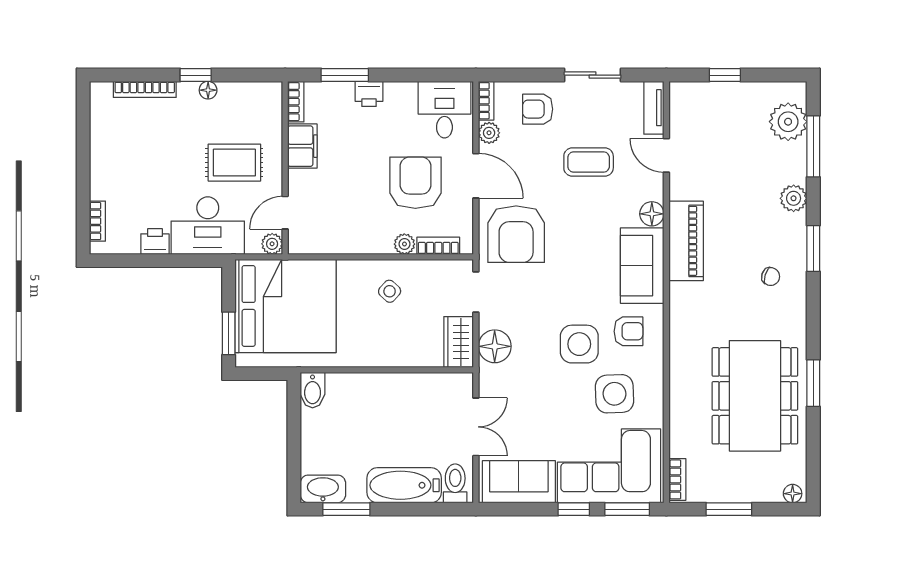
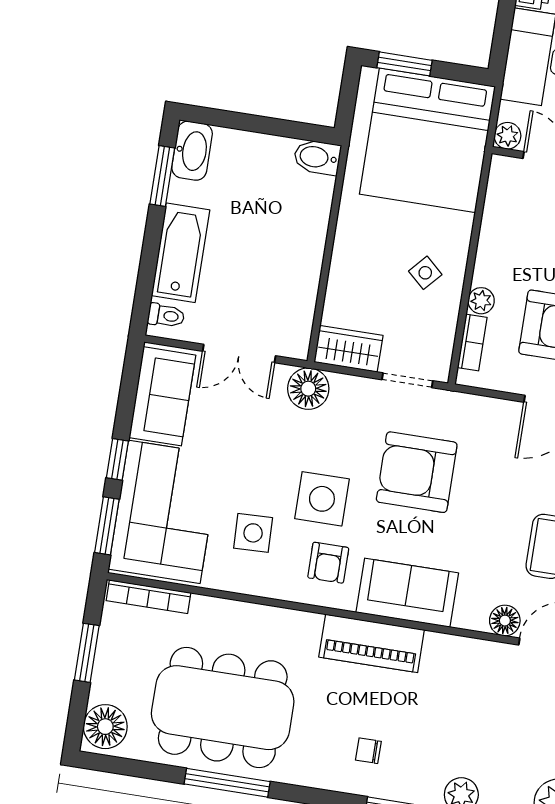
floor lamp: (652, 214) -> (505, 621), moved
armchair: (516, 234) -> (417, 472), moved
piano: (686, 241) -> (372, 643), moved
chair: (771, 277) -> (368, 751), turned 72
floor lamp: (495, 346) -> (308, 389), moved
window: (813, 383) -> (227, 783), width x1.44
side table: (614, 394) -> (253, 533), width x0.73, depth x0.73
bookcase: (677, 479) -> (149, 597), width x1.56
toilet: (455, 483) -> (166, 316), width x0.73, depth x0.72
floor lamp: (793, 494) -> (105, 727), width x1.89, depth x1.89

